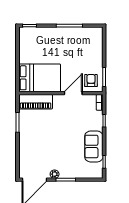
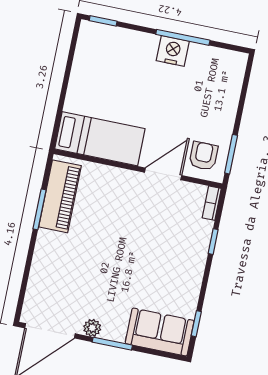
nightstand: (66, 33) -> (173, 51), added
bed: (40, 78) -> (100, 139), width x0.67
piano: (36, 102) -> (60, 196), moved, turned -90
sofa: (94, 146) -> (160, 332), moved, turned 90

